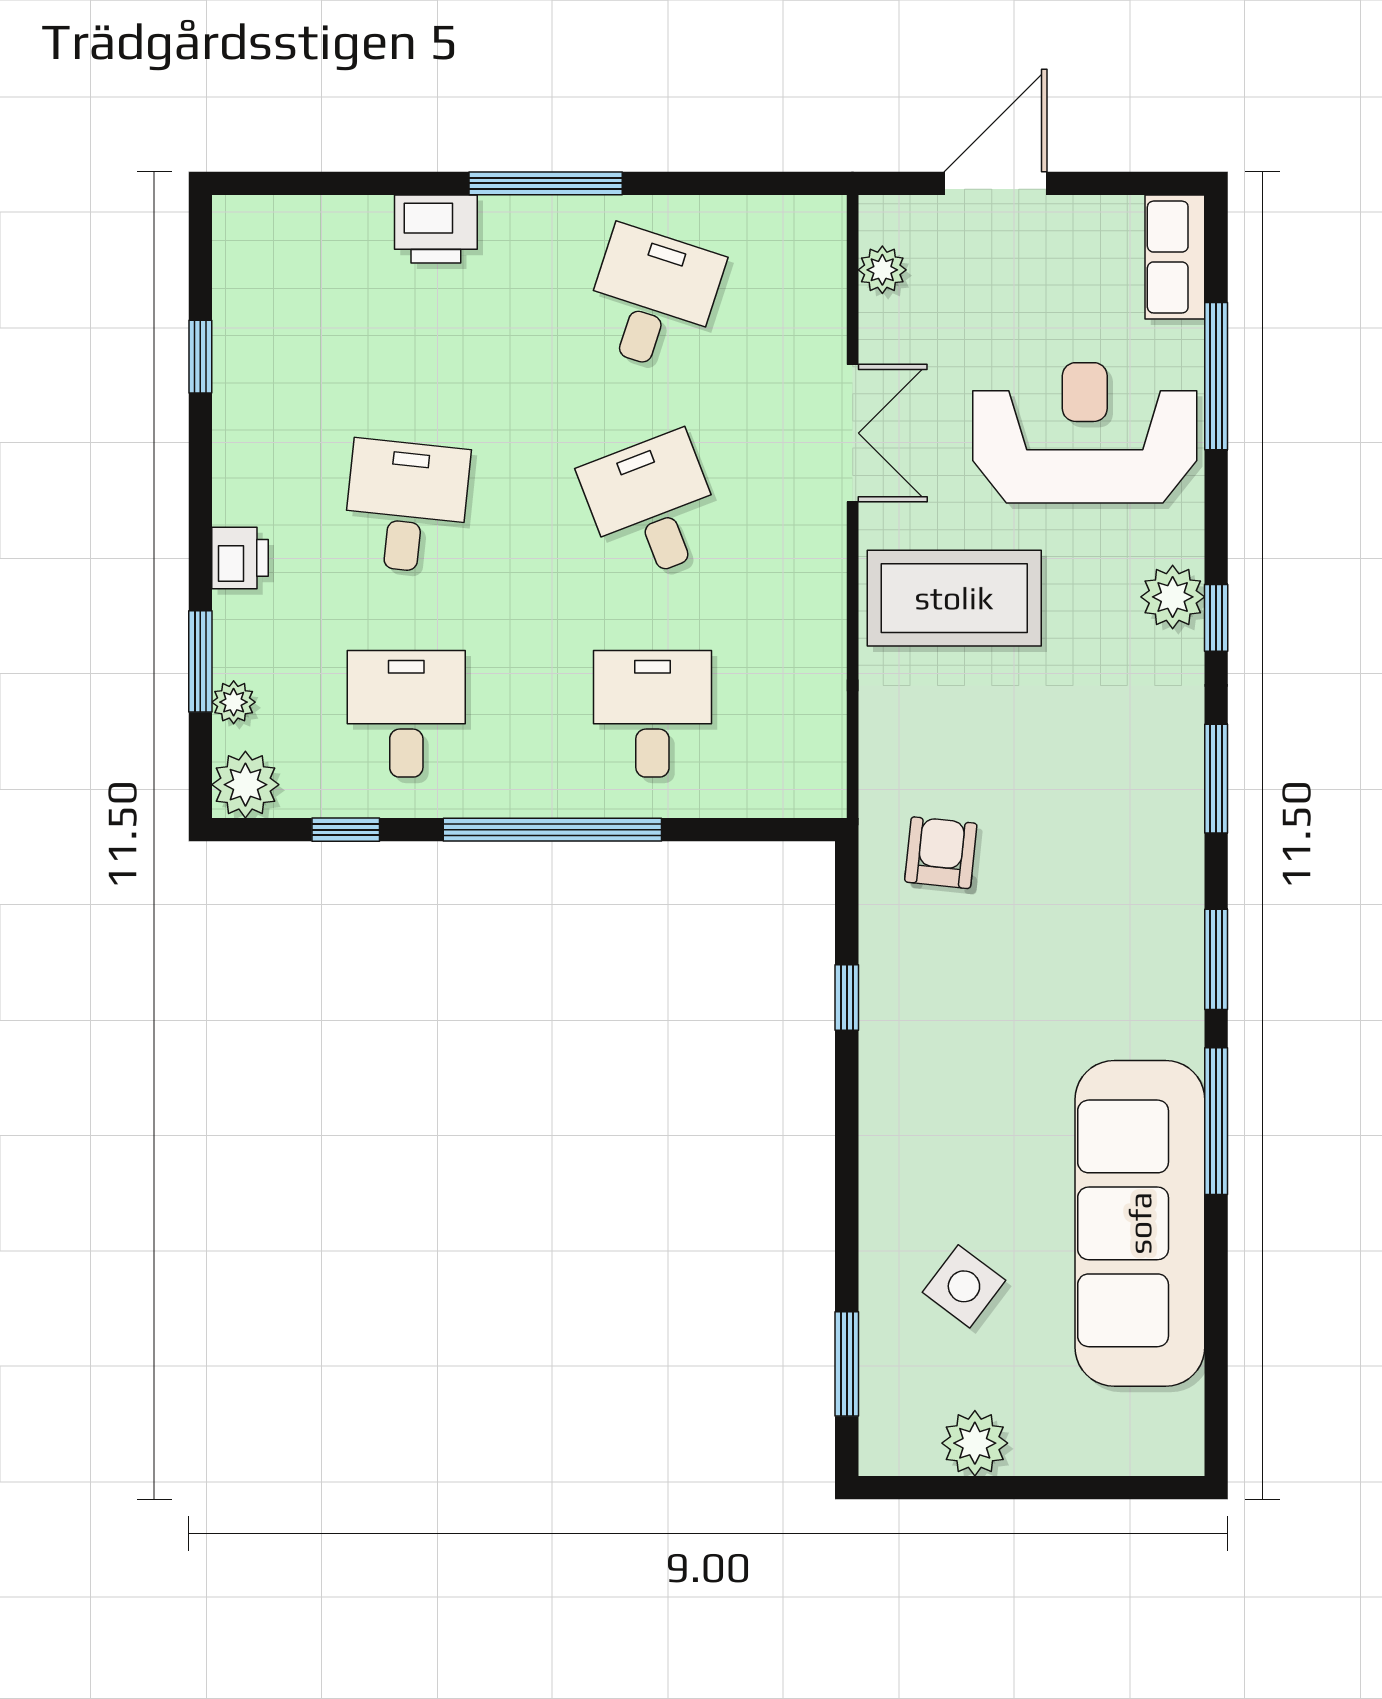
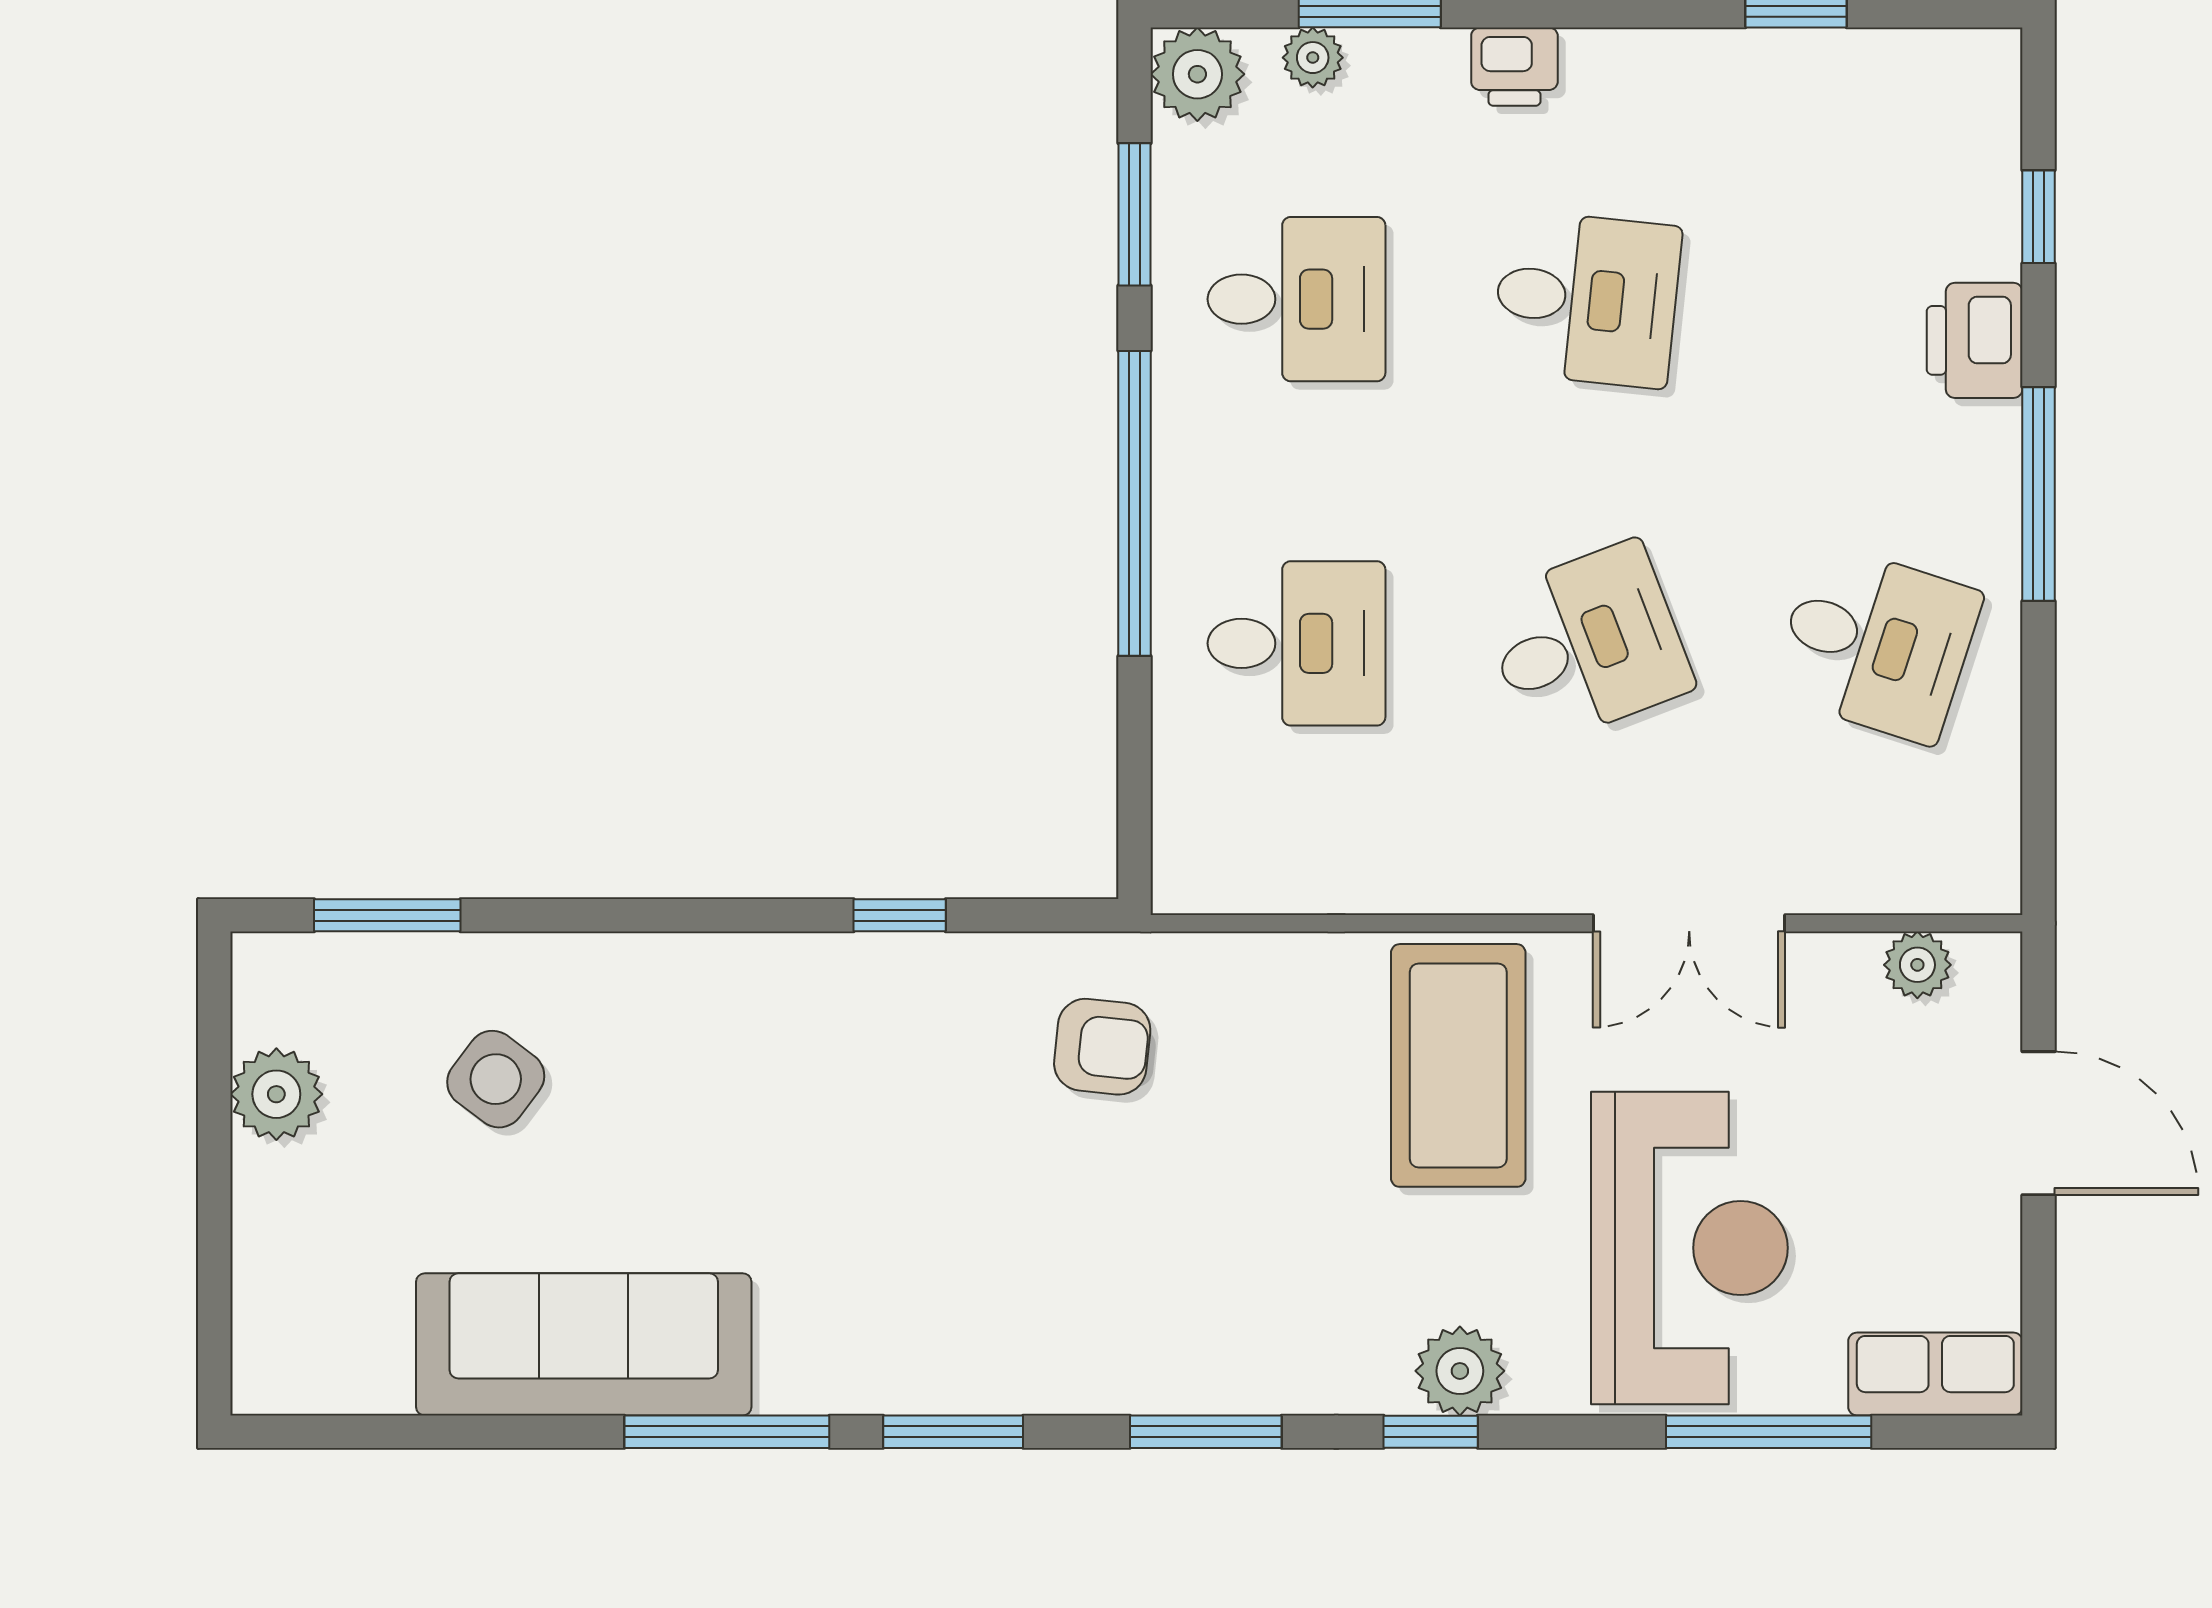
window: (347, 183) -> (2038, 217), added
window: (346, 830) -> (1134, 214), width x1.50
sofa: (1140, 1223) -> (584, 1344), width x0.74, depth x0.79

